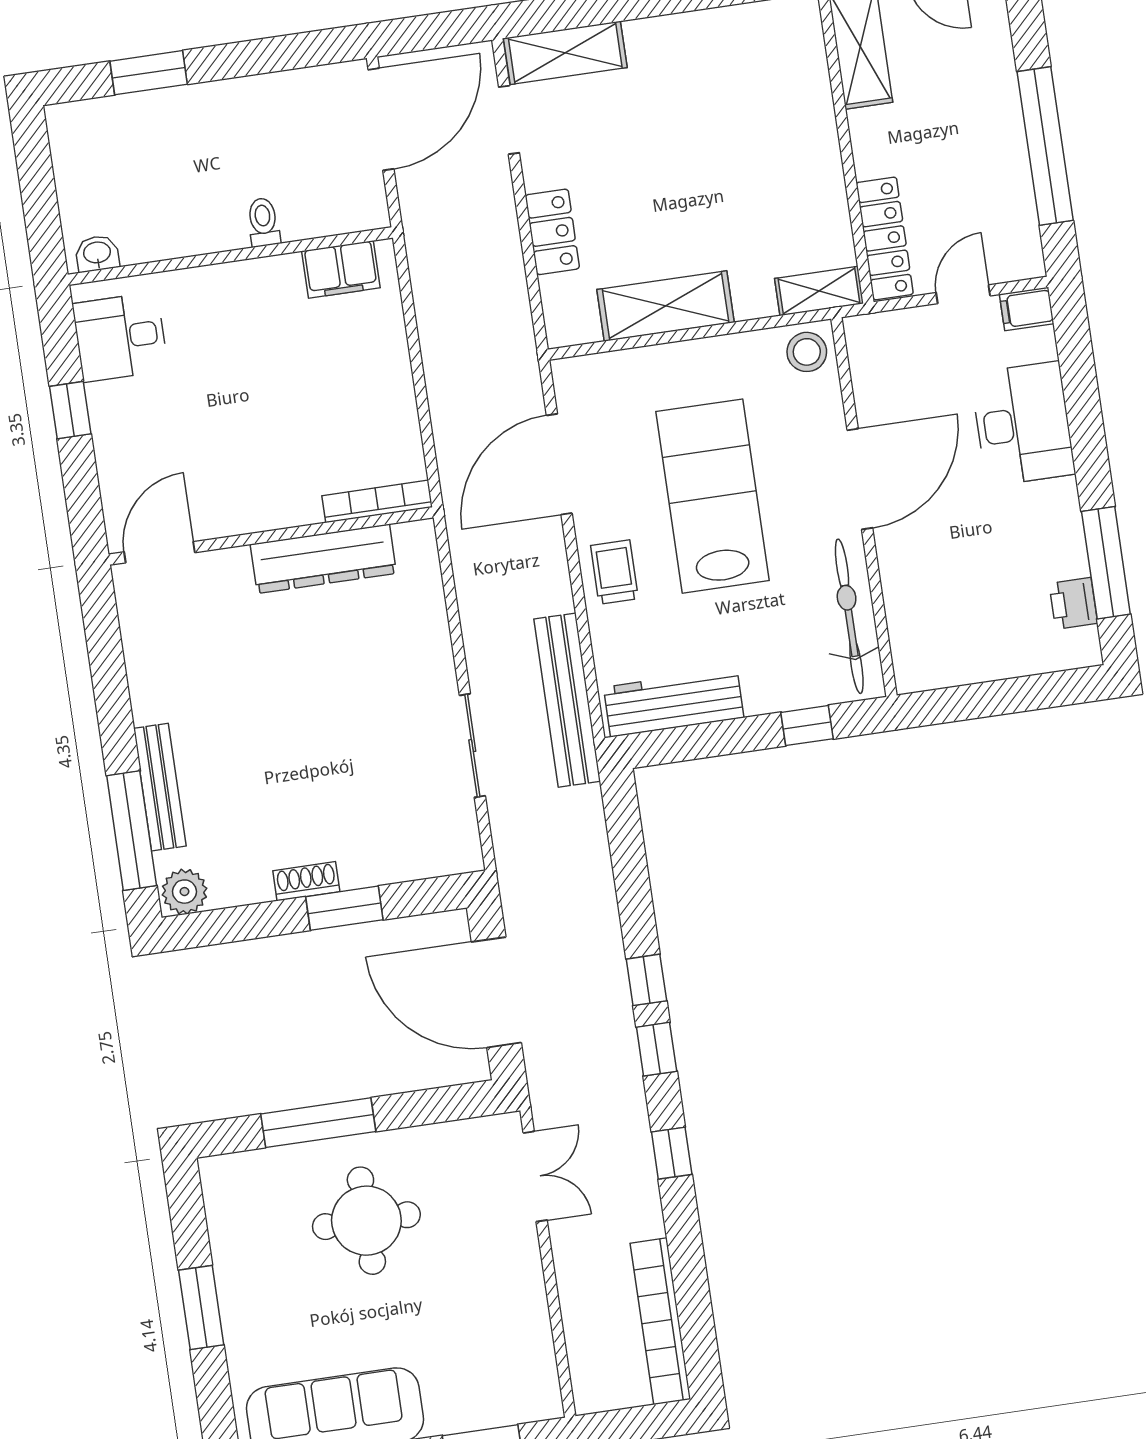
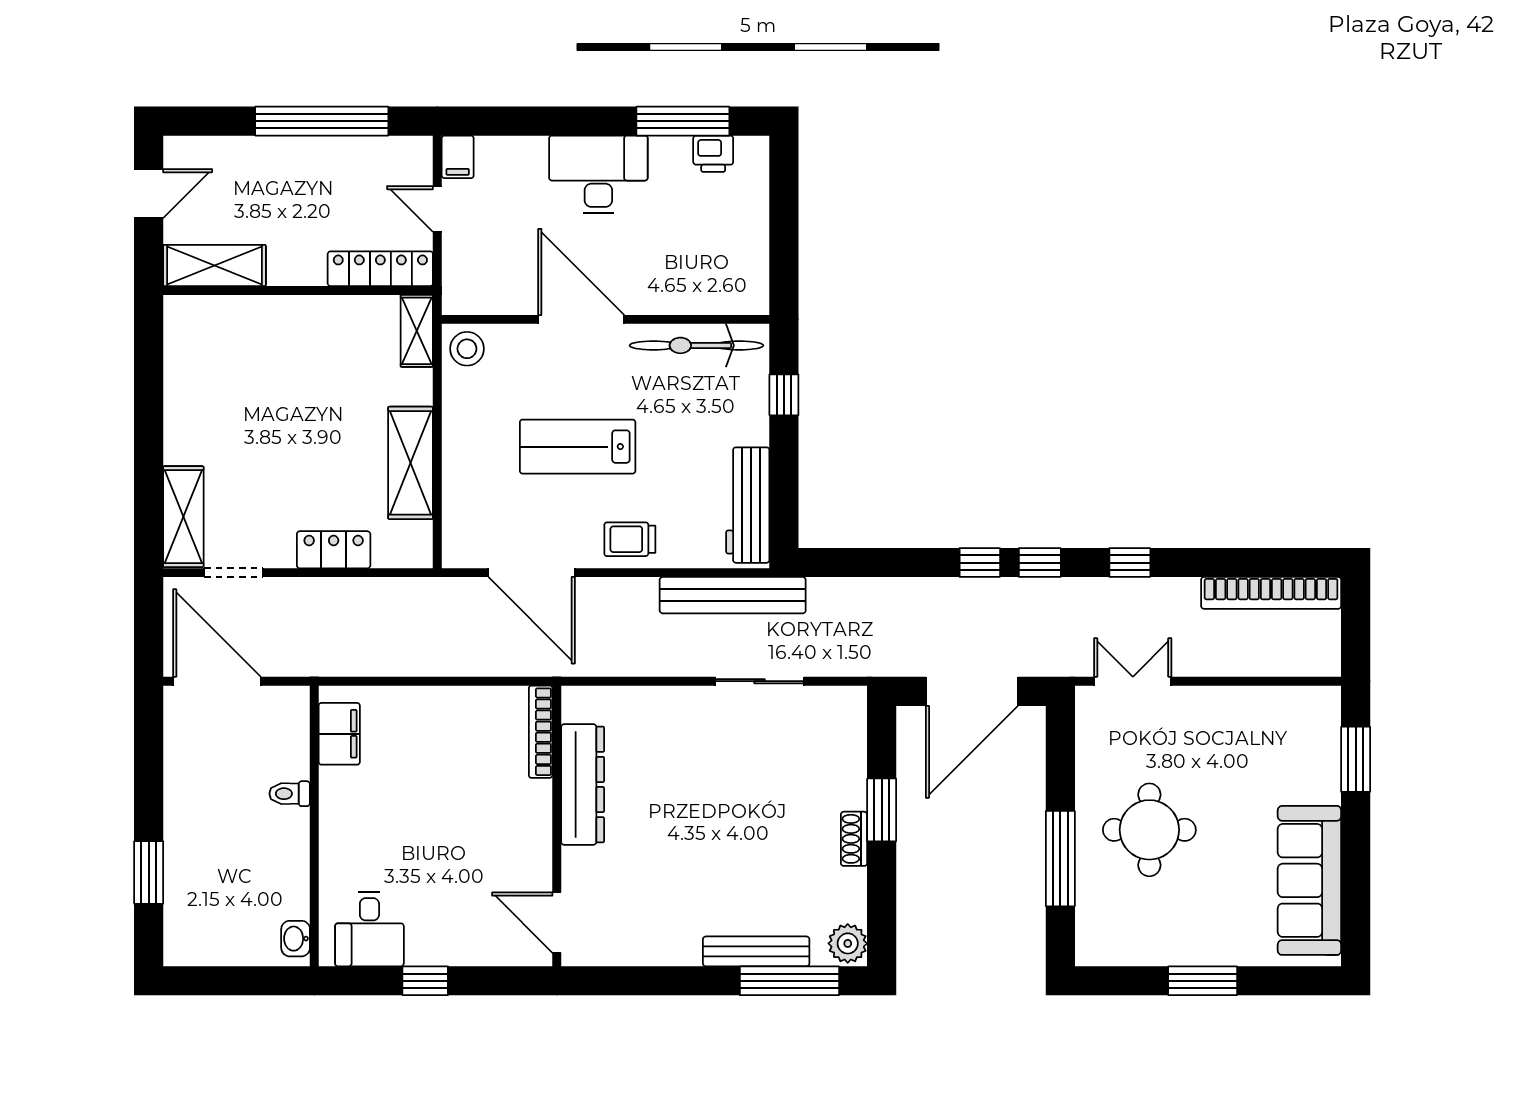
desk: (1023, 424) -> (598, 174), moved
lab bench: (713, 496) -> (578, 447), width x0.73, depth x0.72

